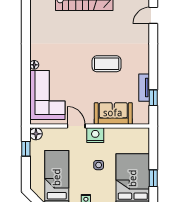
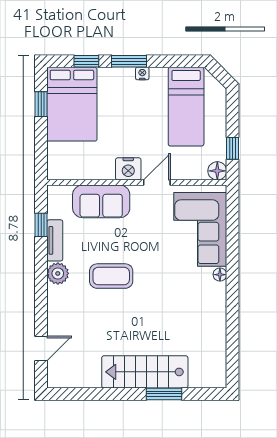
plant: (142, 65) -> (58, 273), added
door: (76, 126) -> (157, 183), swing flipped
side table: (99, 165) -> (123, 124), removed

